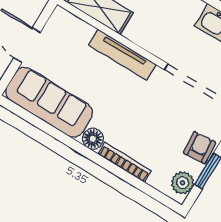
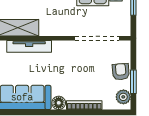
tv unit: (122, 55) -> (29, 46), moved

